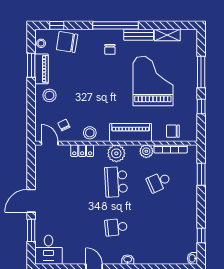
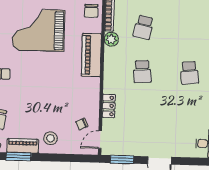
stool: (90, 133) -> (91, 97), removed
plant: (116, 153) -> (113, 70), removed
school desk: (116, 182) -> (142, 71), width x0.54
school desk: (159, 182) -> (144, 27), turned 36
window: (31, 230) -> (122, 159), moved

